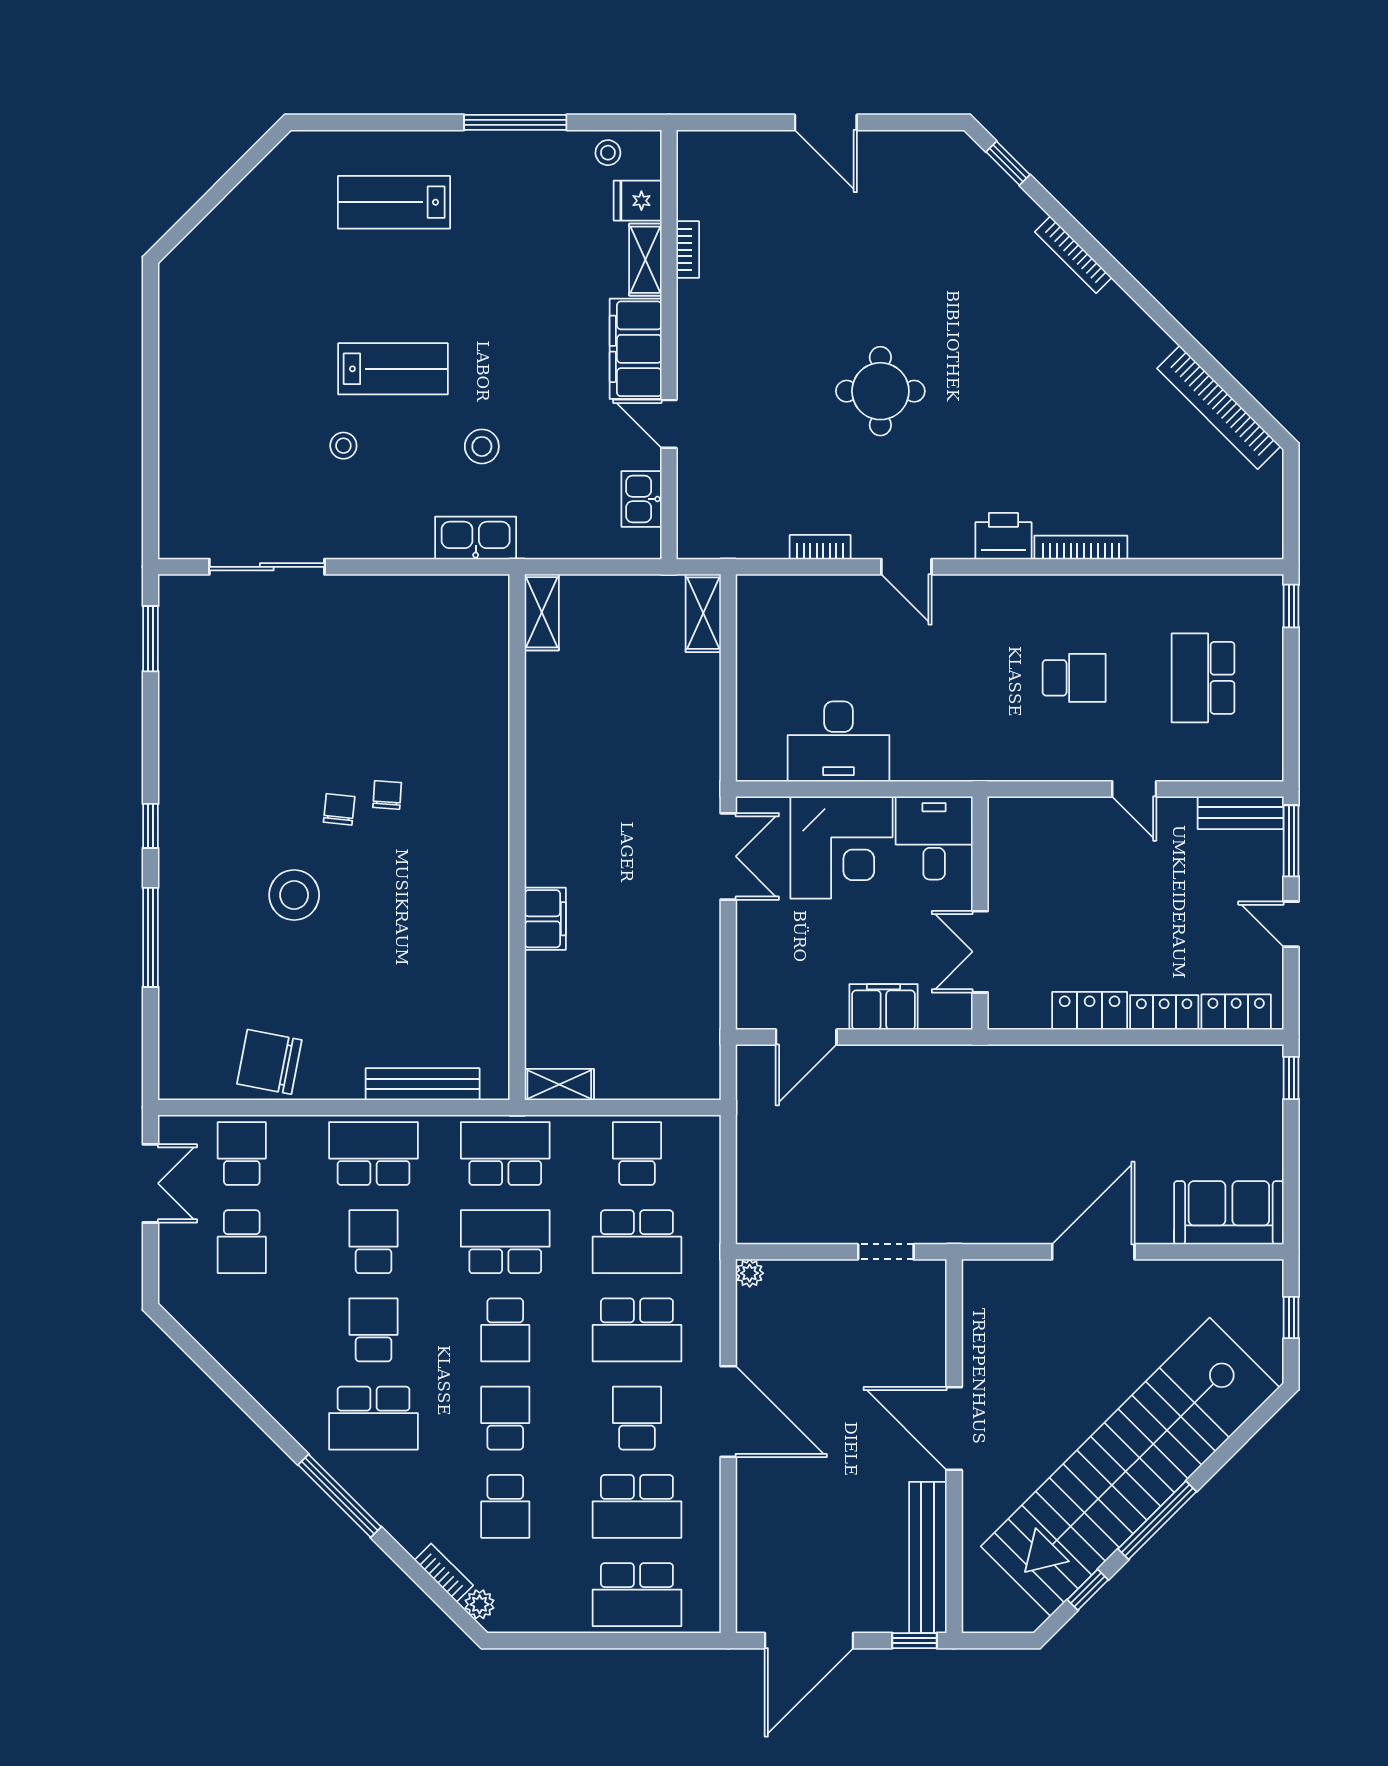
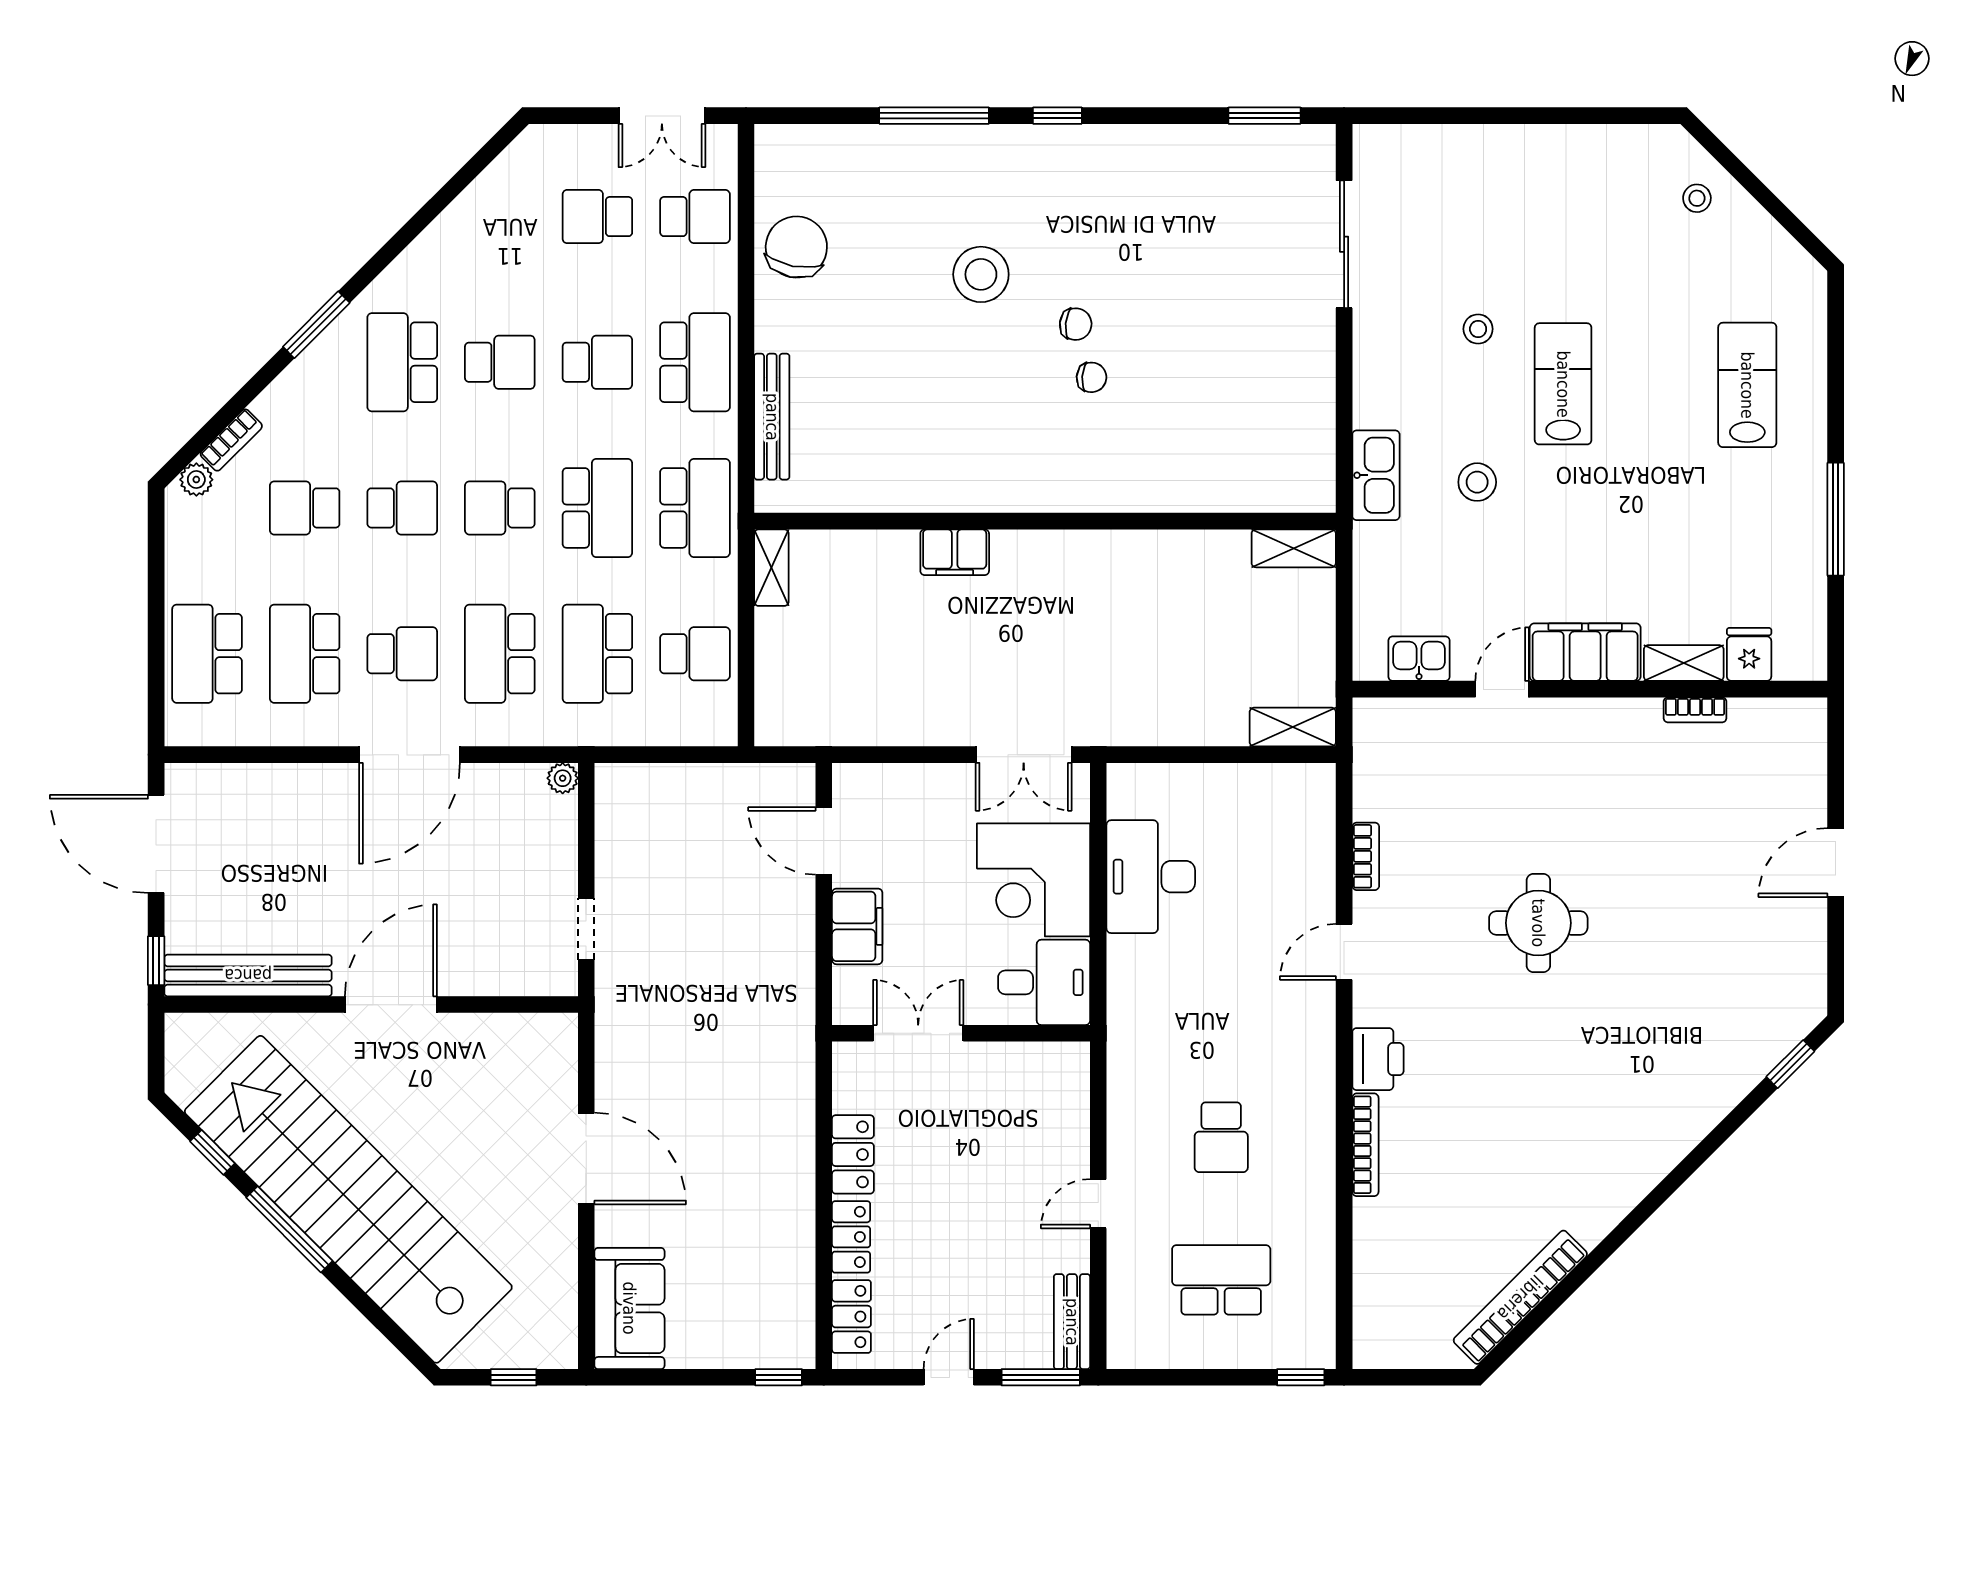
stool: (608, 153) -> (1697, 198), moved
bookcase: (1073, 255) -> (1689, 1136), removed
lab bench: (393, 369) -> (1563, 384), turned 180
window: (340, 1496) -> (316, 325), width x0.69

